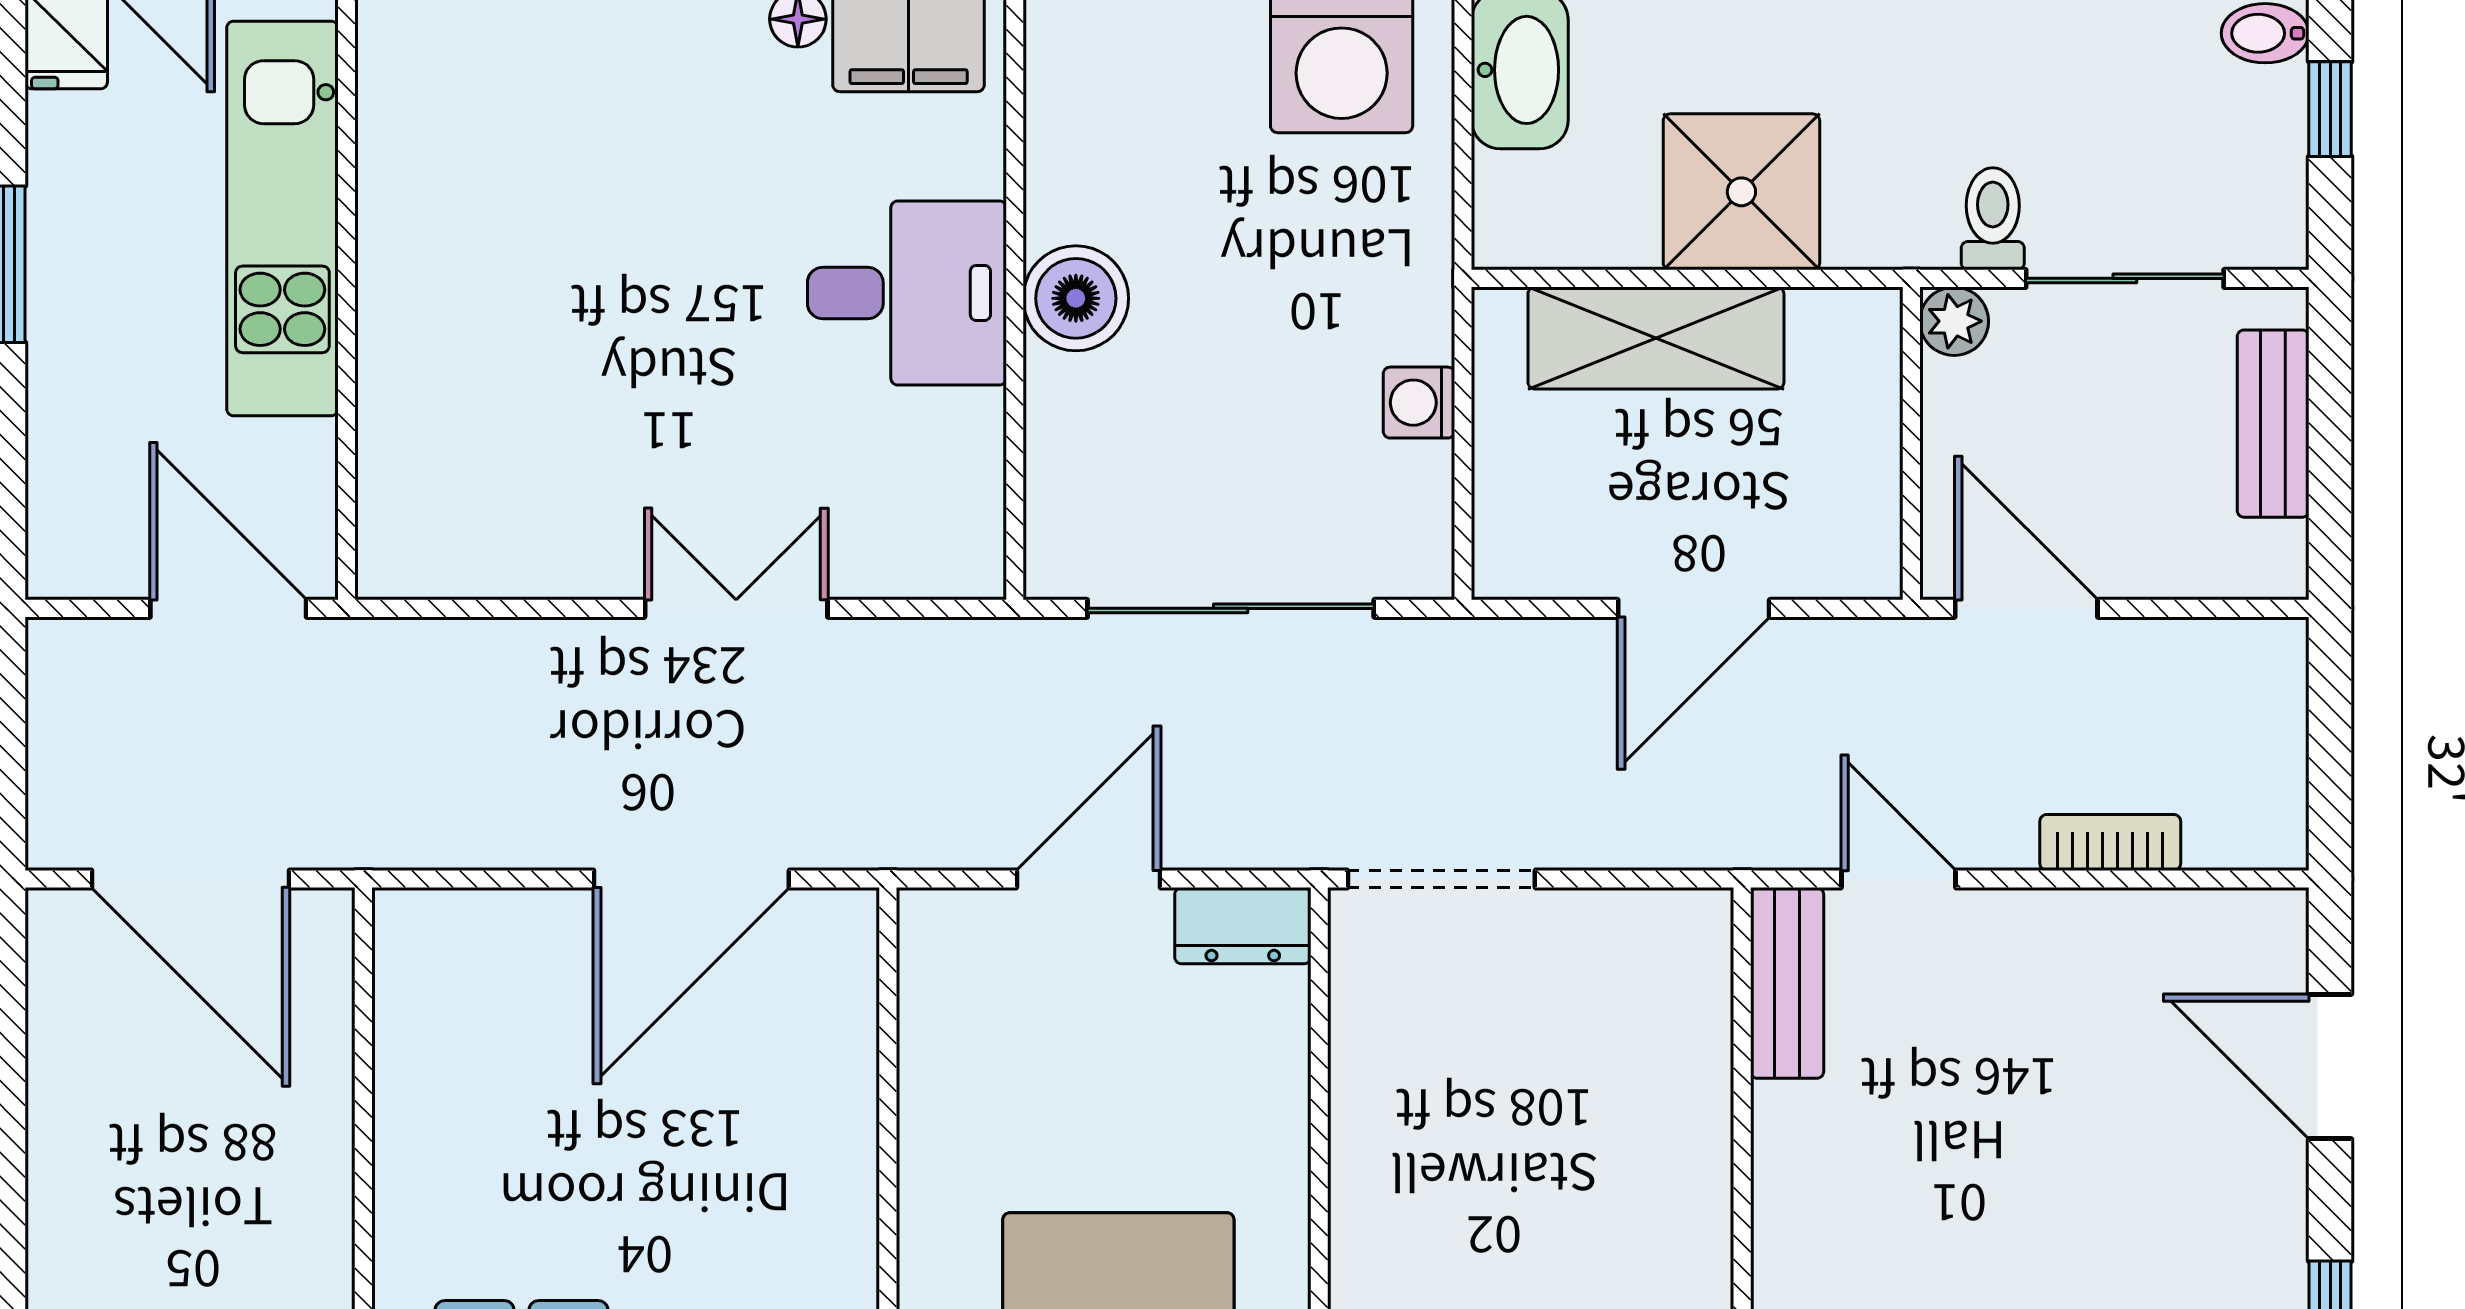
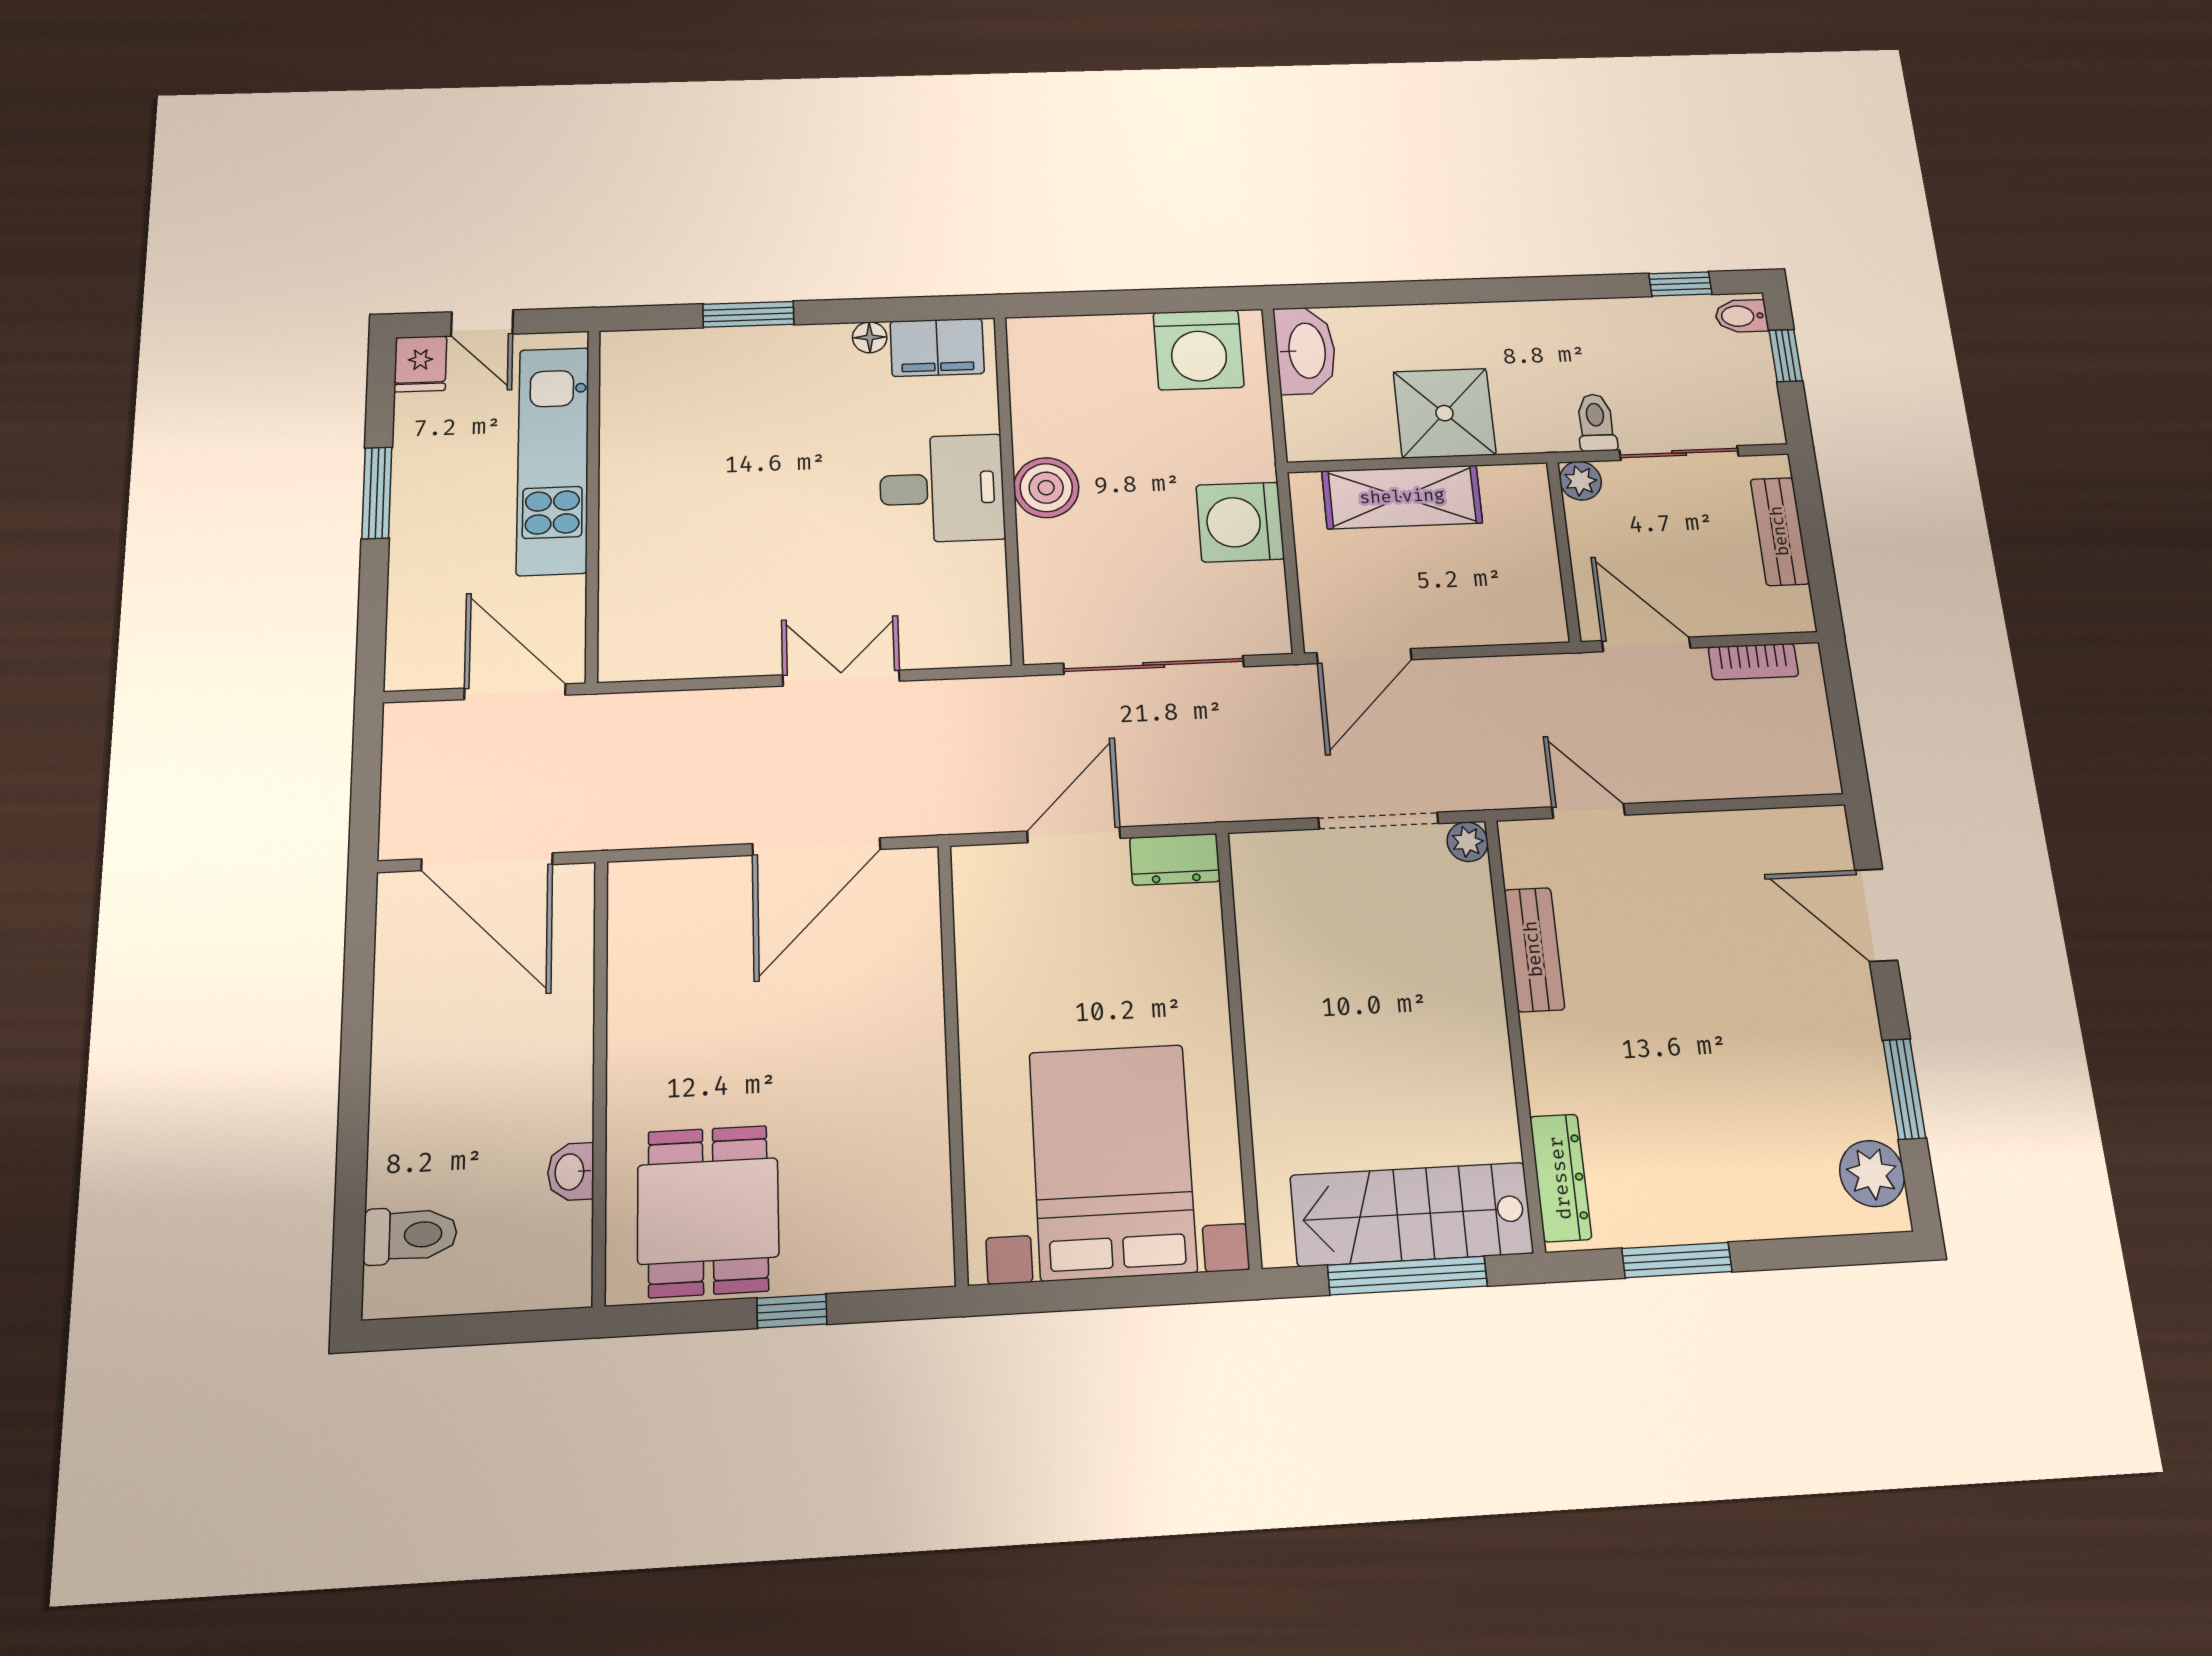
washing machine: (1419, 403) -> (1240, 522), width x1.89, depth x1.89
door: (1694, 608) -> (1364, 656), moved
bookcase: (2110, 842) -> (1753, 662), moved, turned 180
doorway: (1441, 879) -> (1378, 821), moved
plant: (1702, 919) -> (1468, 842), added
bench: (1787, 983) -> (1534, 949), moved

